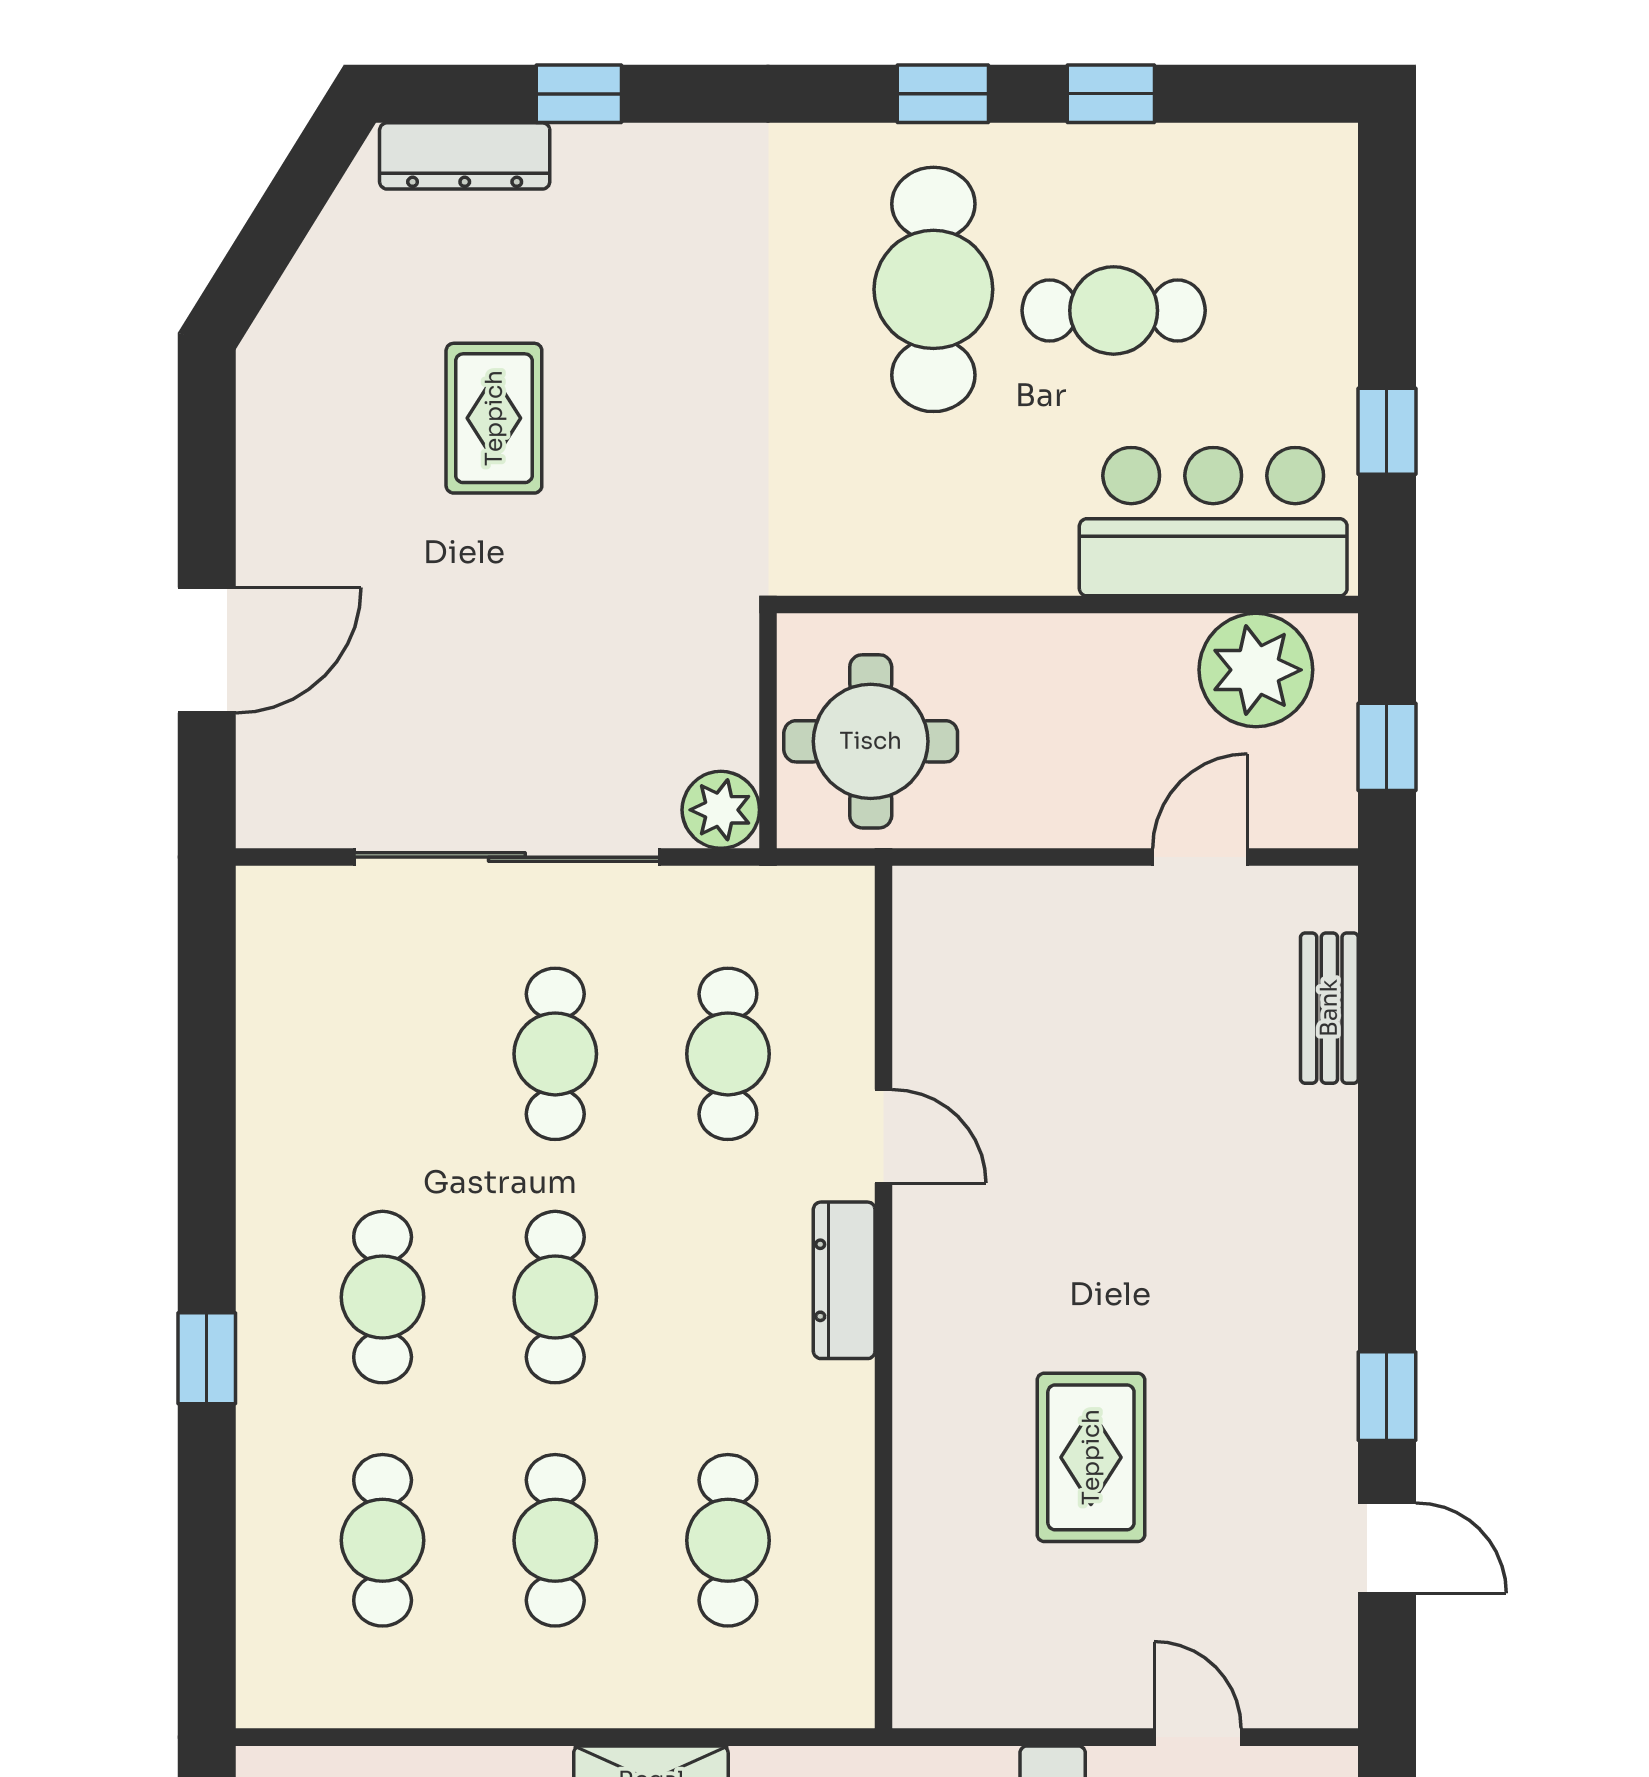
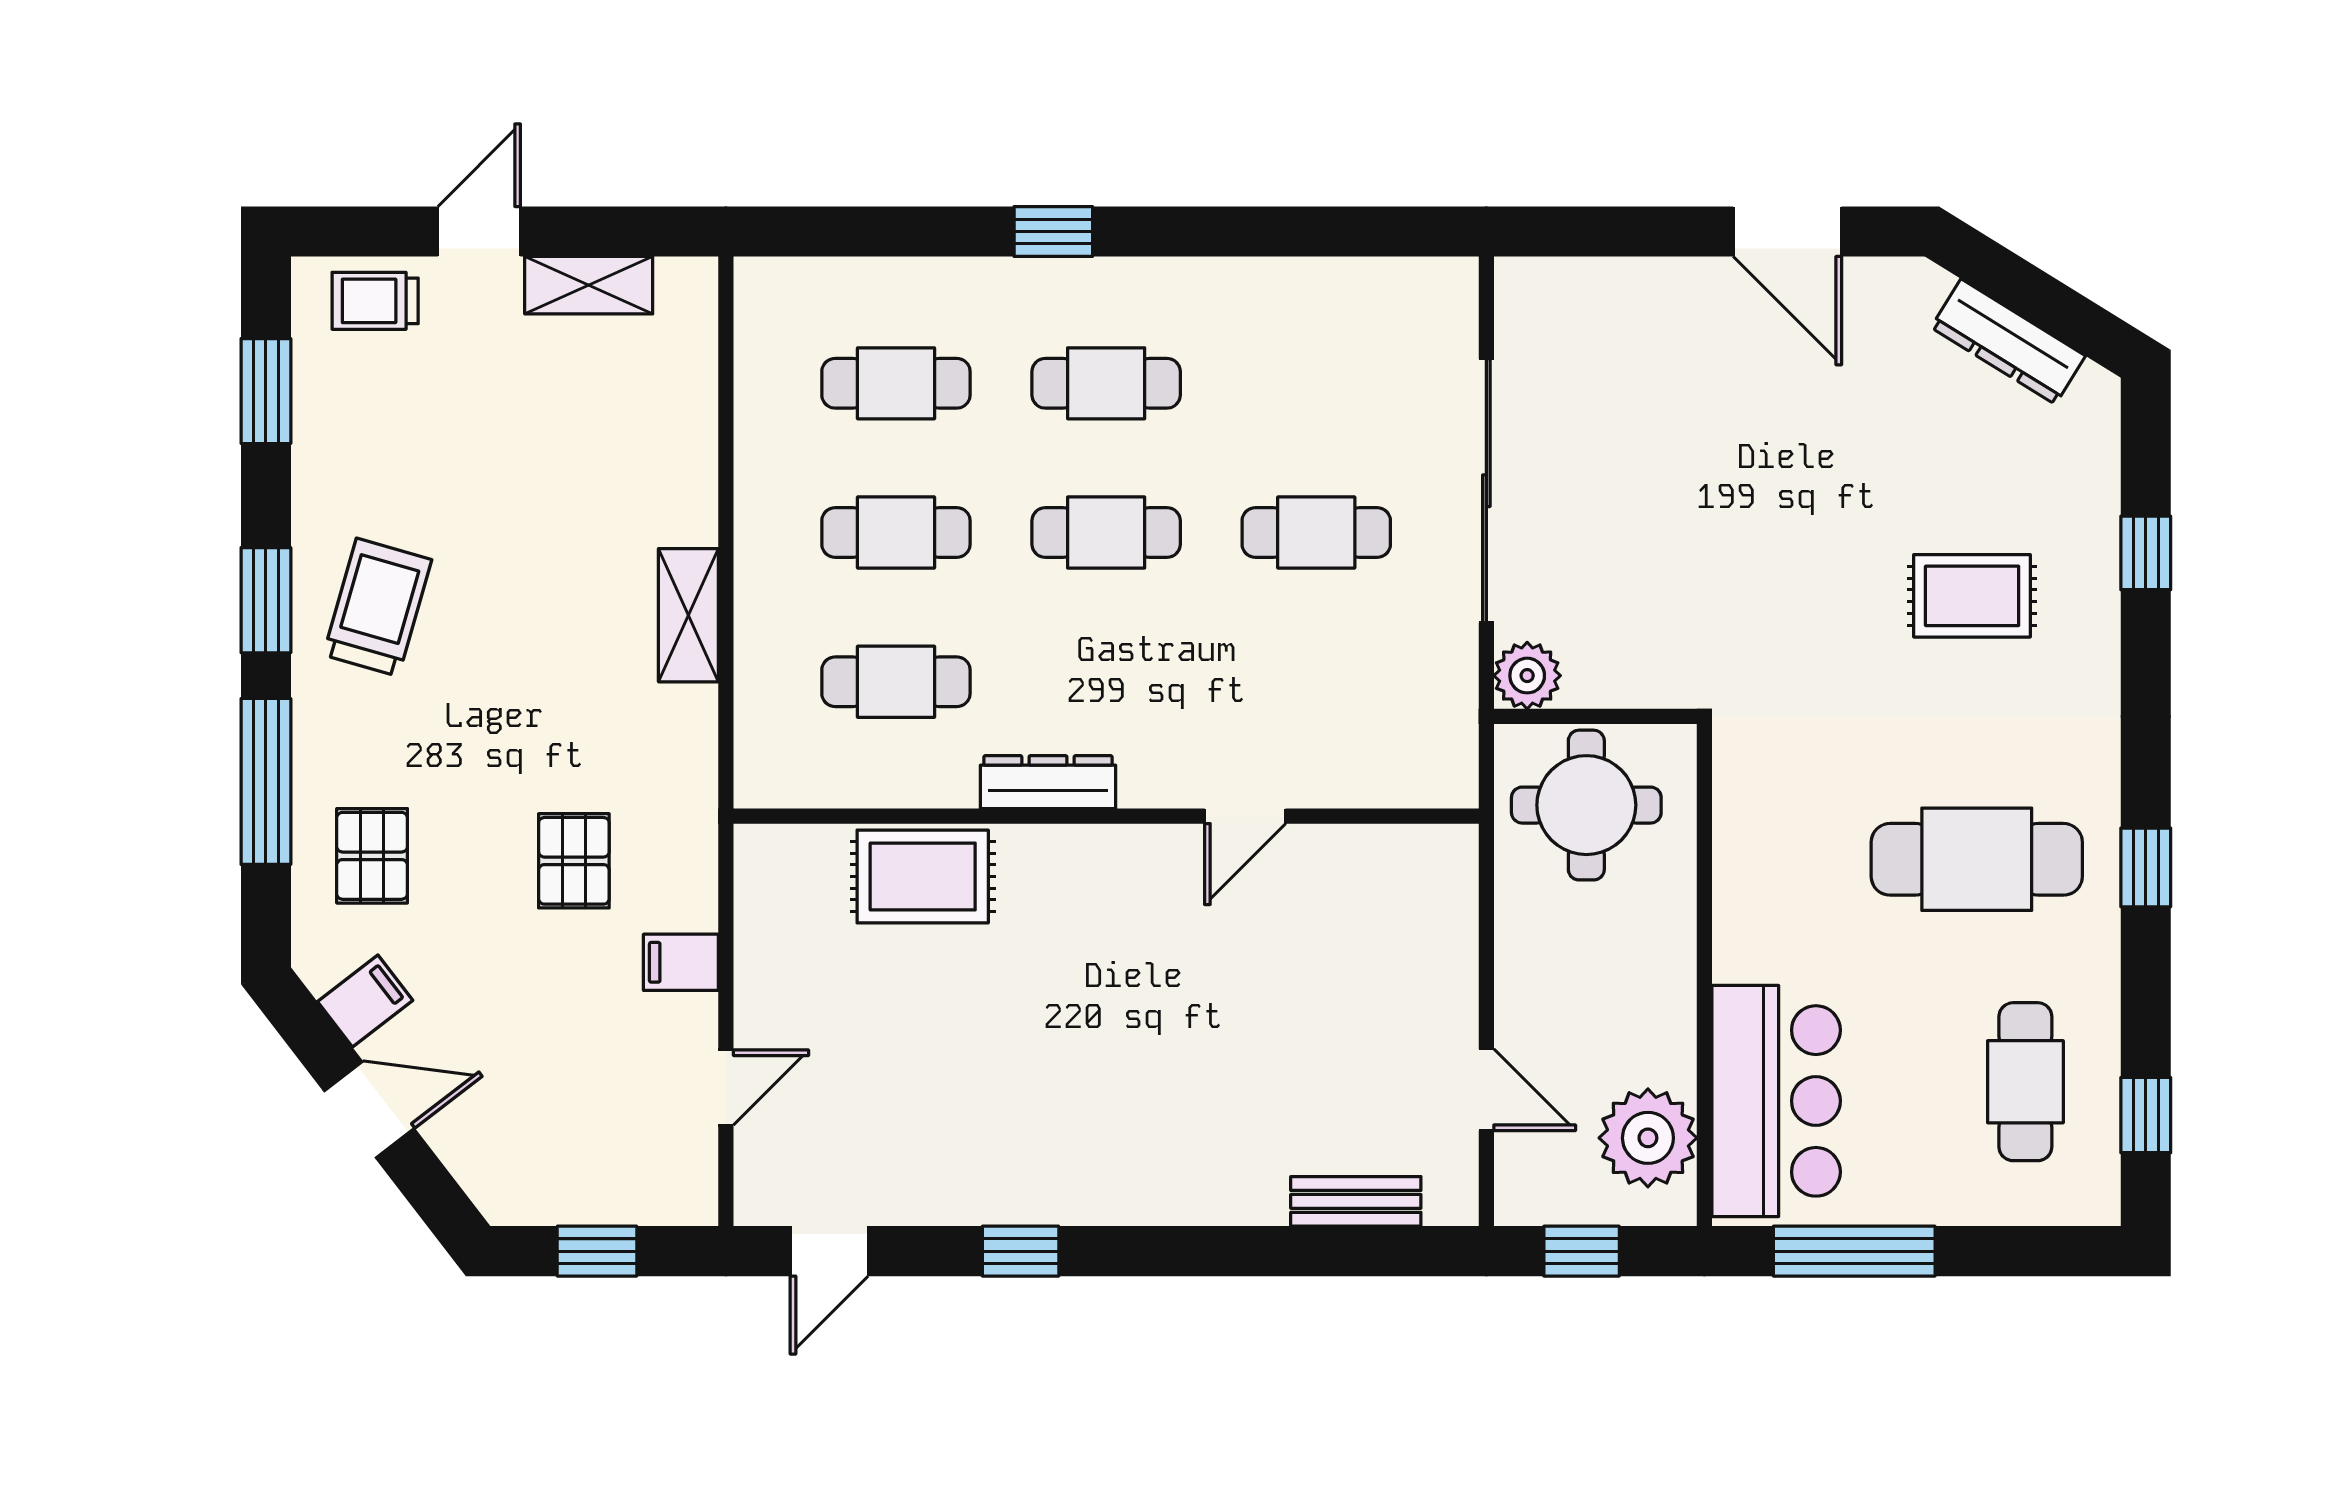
window: (1111, 94) -> (2146, 1115), moved
dresser: (465, 156) -> (2008, 342), moved, turned -58
cafe table: (1114, 310) -> (2025, 1082), moved
rug: (494, 418) -> (1972, 596), moved
window: (1387, 431) -> (1854, 1251), width x2.17
door: (207, 650) -> (1787, 231), moved
cafe table: (728, 1054) -> (1316, 682), removed
dresser: (844, 1280) -> (1048, 782), moved
rug: (1091, 1457) -> (923, 877), moved
door: (1387, 1548) -> (829, 1251), moved

